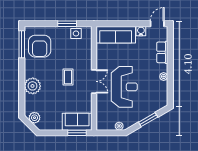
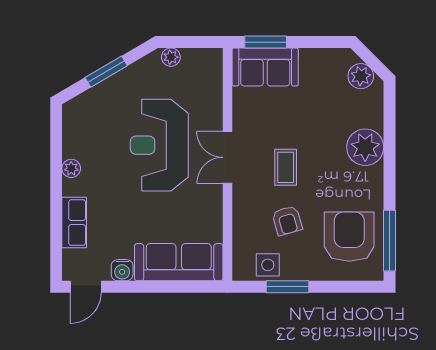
armchair: (67, 53) -> (287, 221), added

